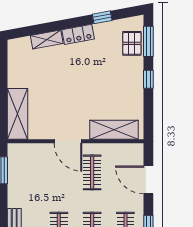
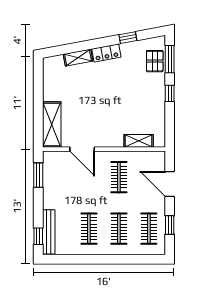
shelving: (114, 130) -> (139, 141), width x0.67, depth x0.75
door: (68, 141) -> (82, 149), moved

